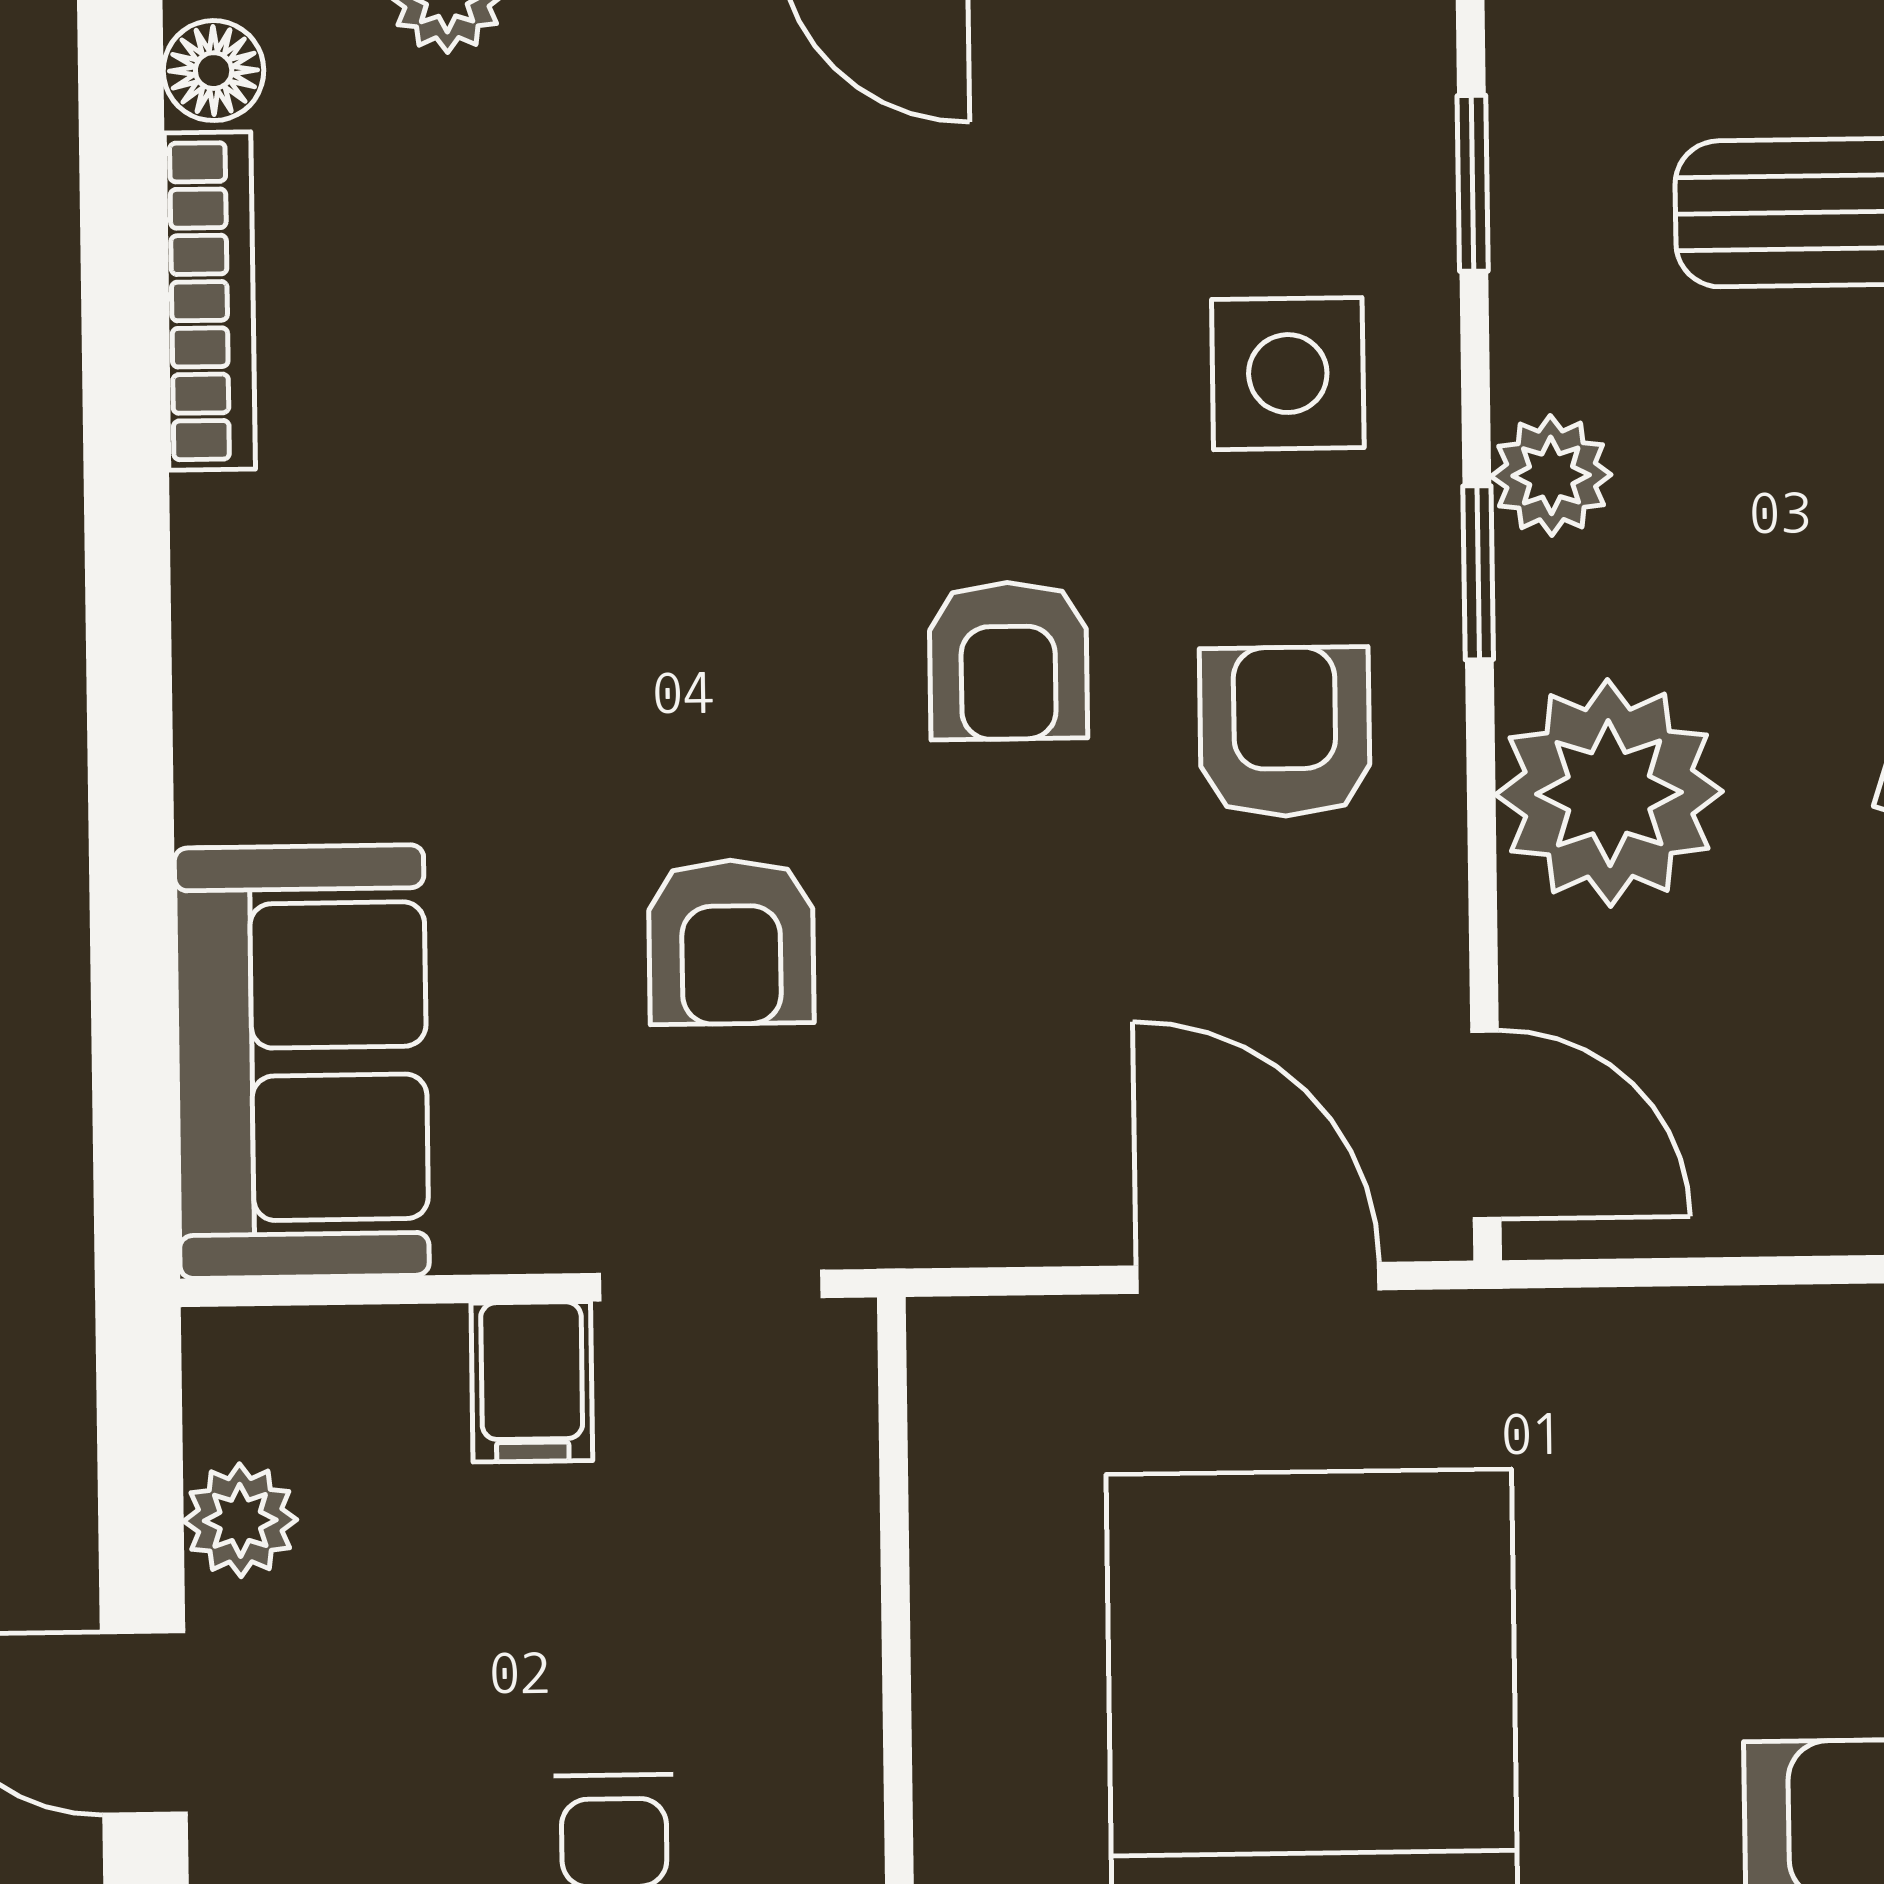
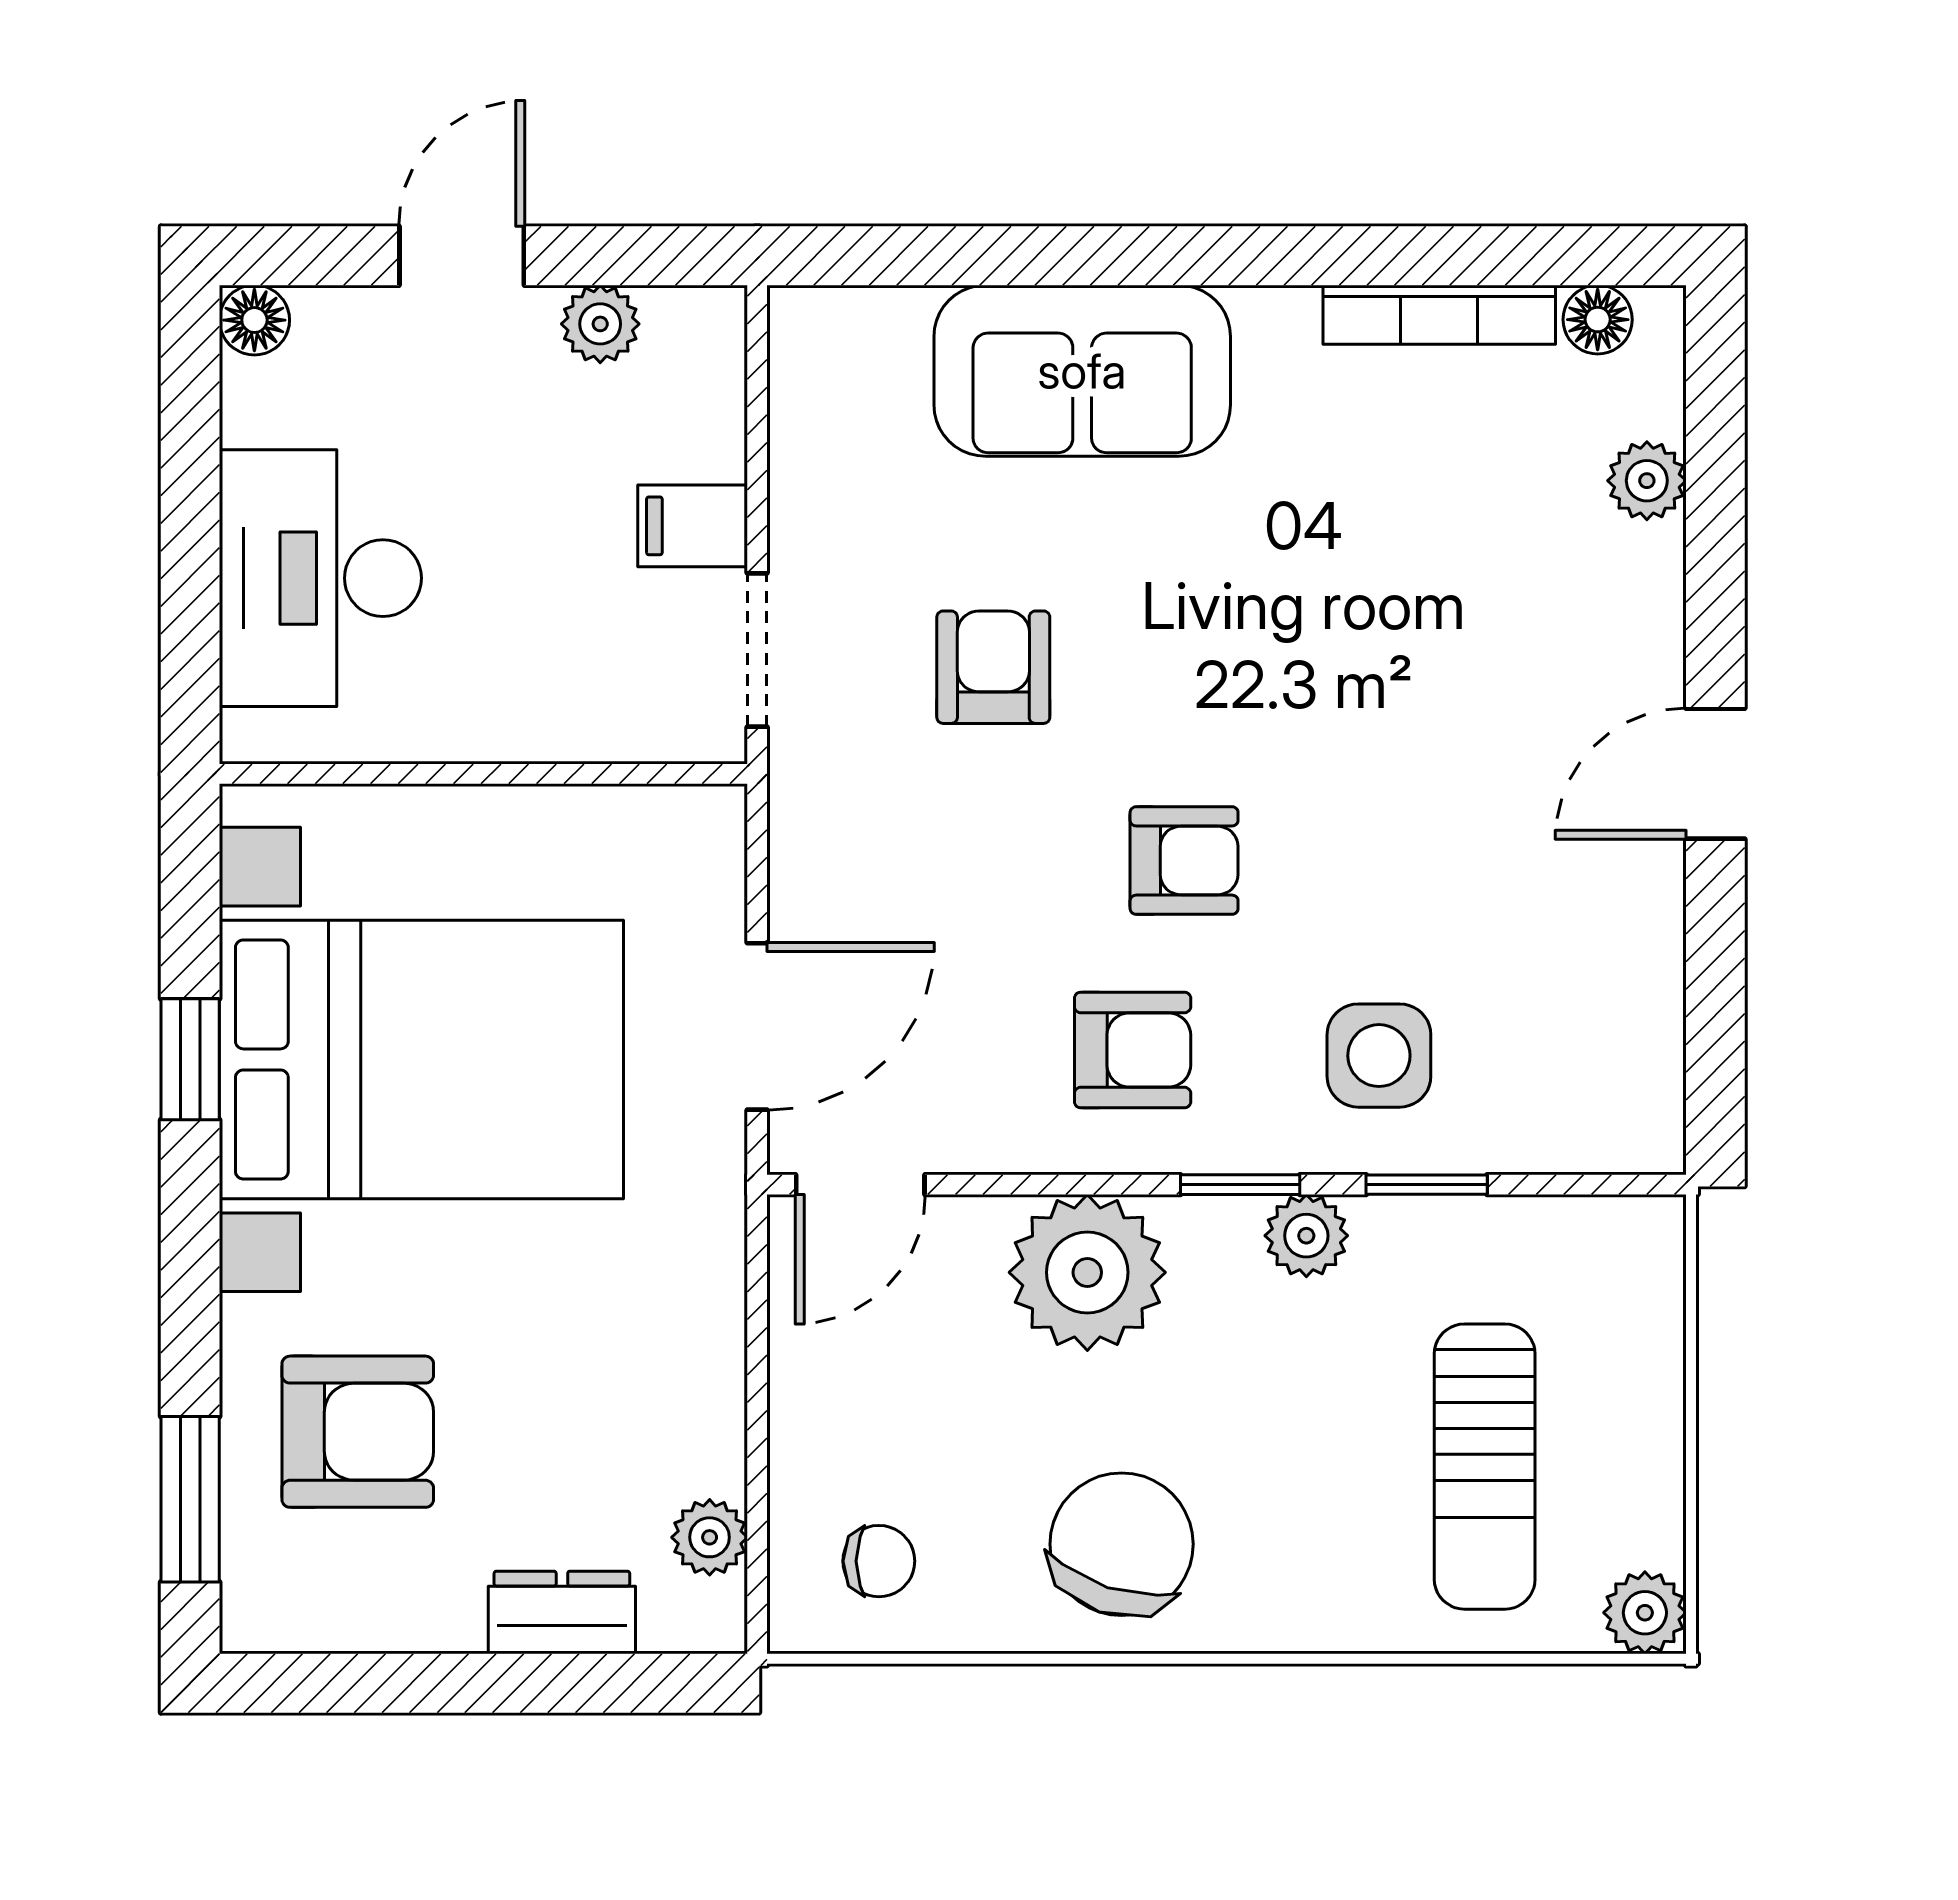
window: (1473, 183) -> (1427, 1185), moved
armchair: (1008, 661) -> (1184, 861), turned 180
armchair: (731, 942) -> (993, 667), turned 90
sofa: (302, 1062) -> (1082, 371), moved

